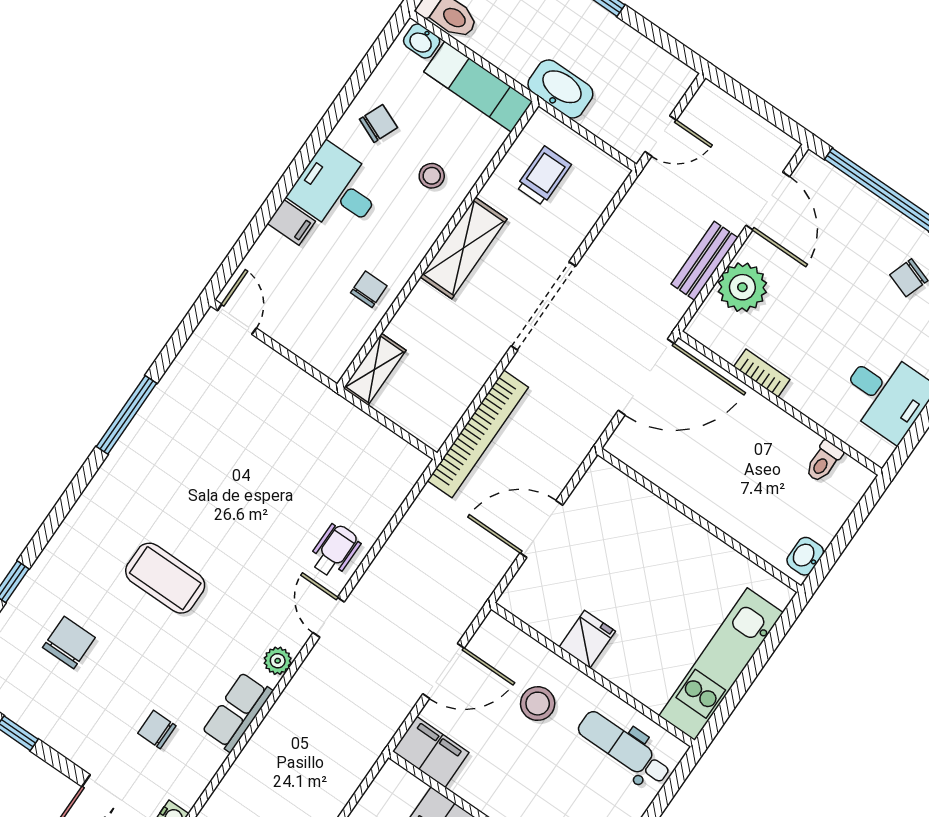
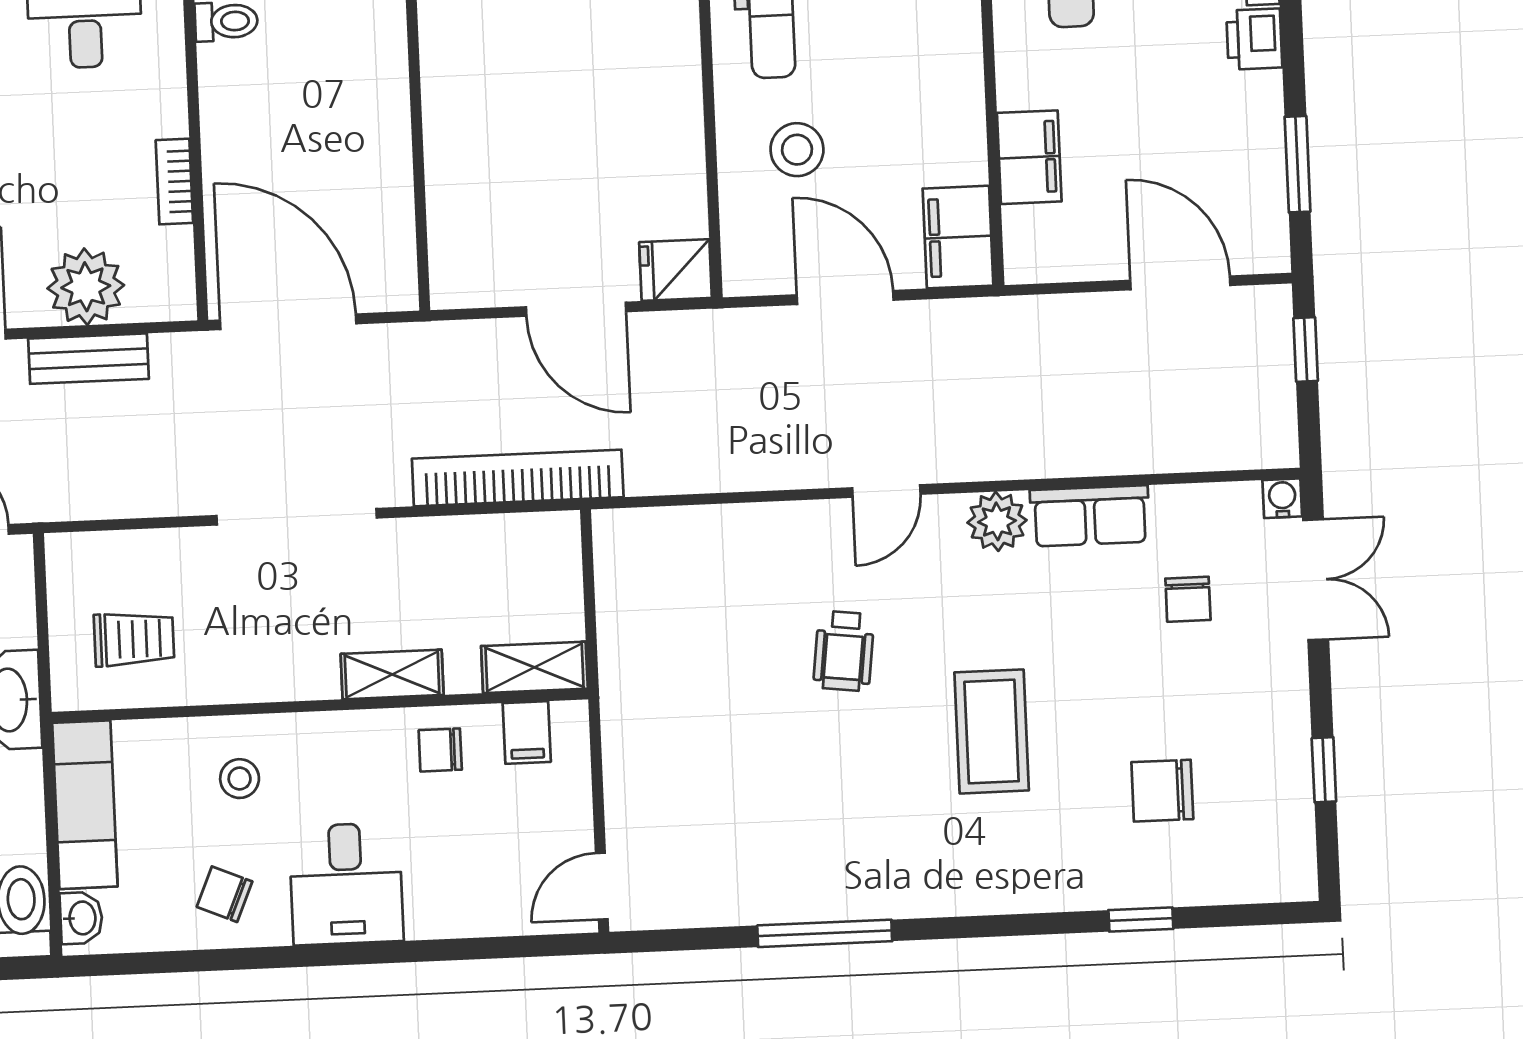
trolley: (544, 176) -> (134, 639), turned 180
filing cabinet: (291, 222) -> (527, 733), moved, turned 180
shelving: (464, 248) -> (392, 674), moved, width x0.67, depth x0.75
wheelchair: (335, 551) -> (844, 651), moved, turned -83
fridge: (587, 639) -> (675, 270), moved
plant: (278, 661) -> (997, 521), width x1.38, depth x1.38

